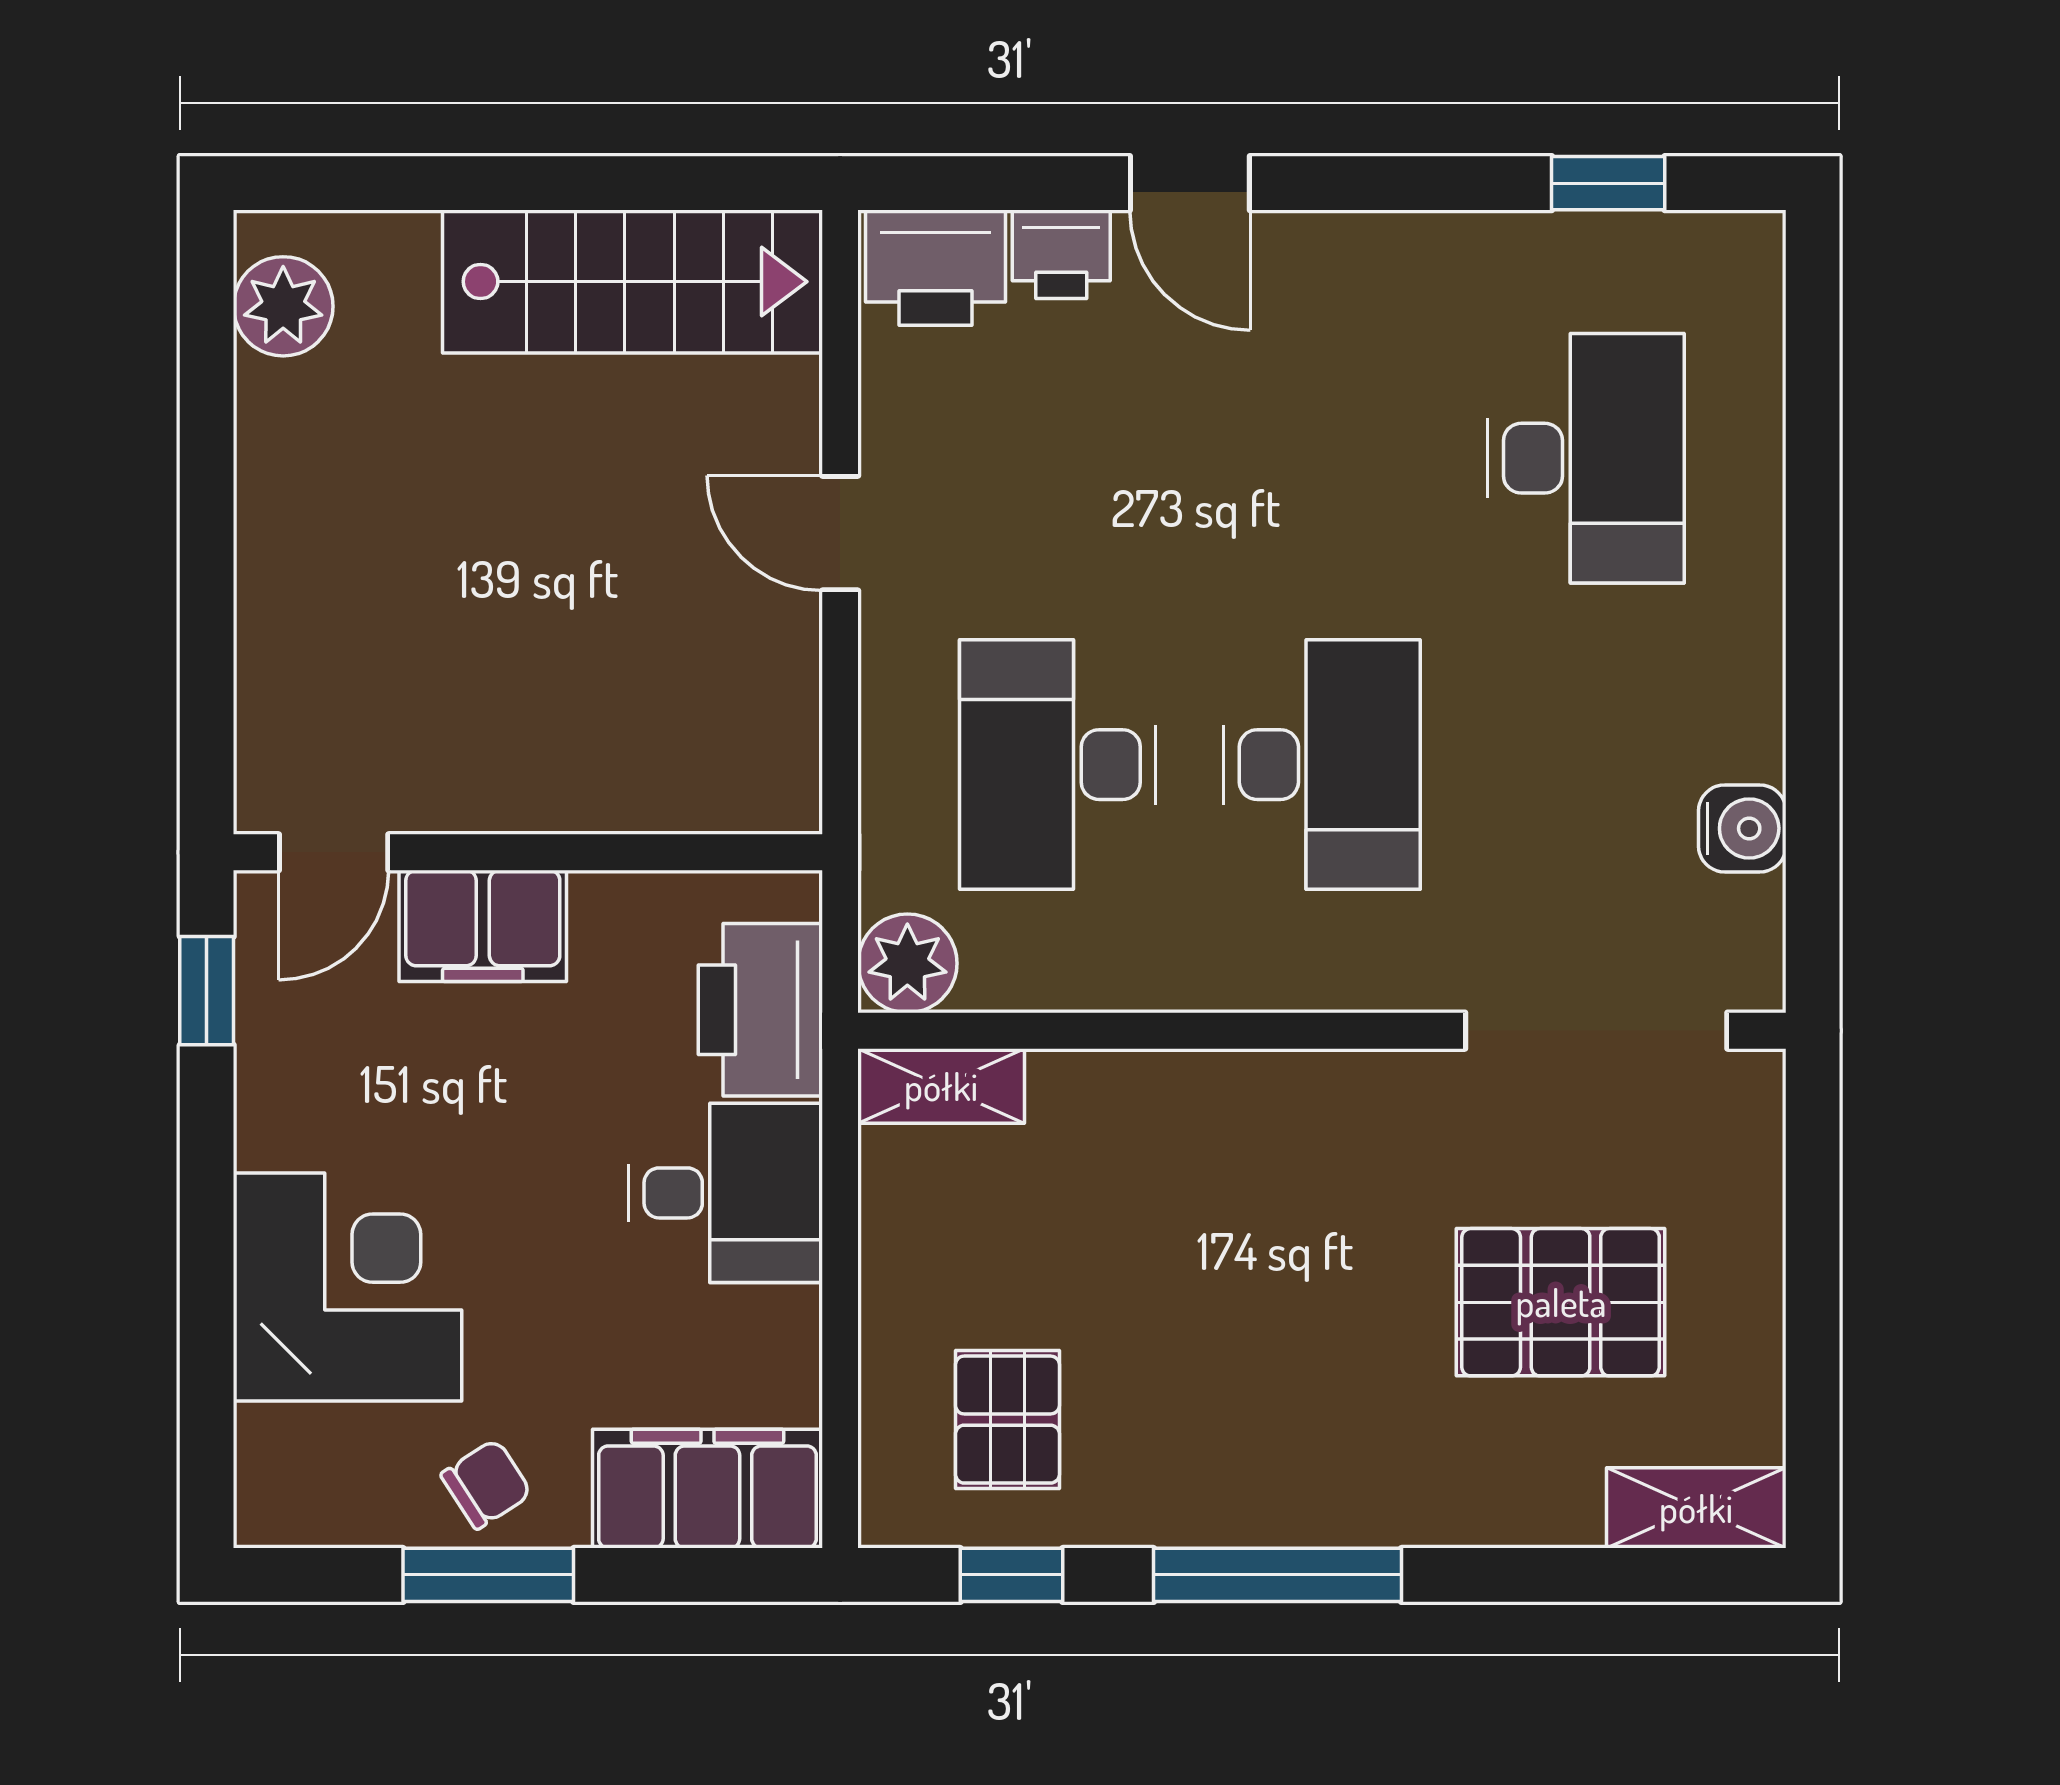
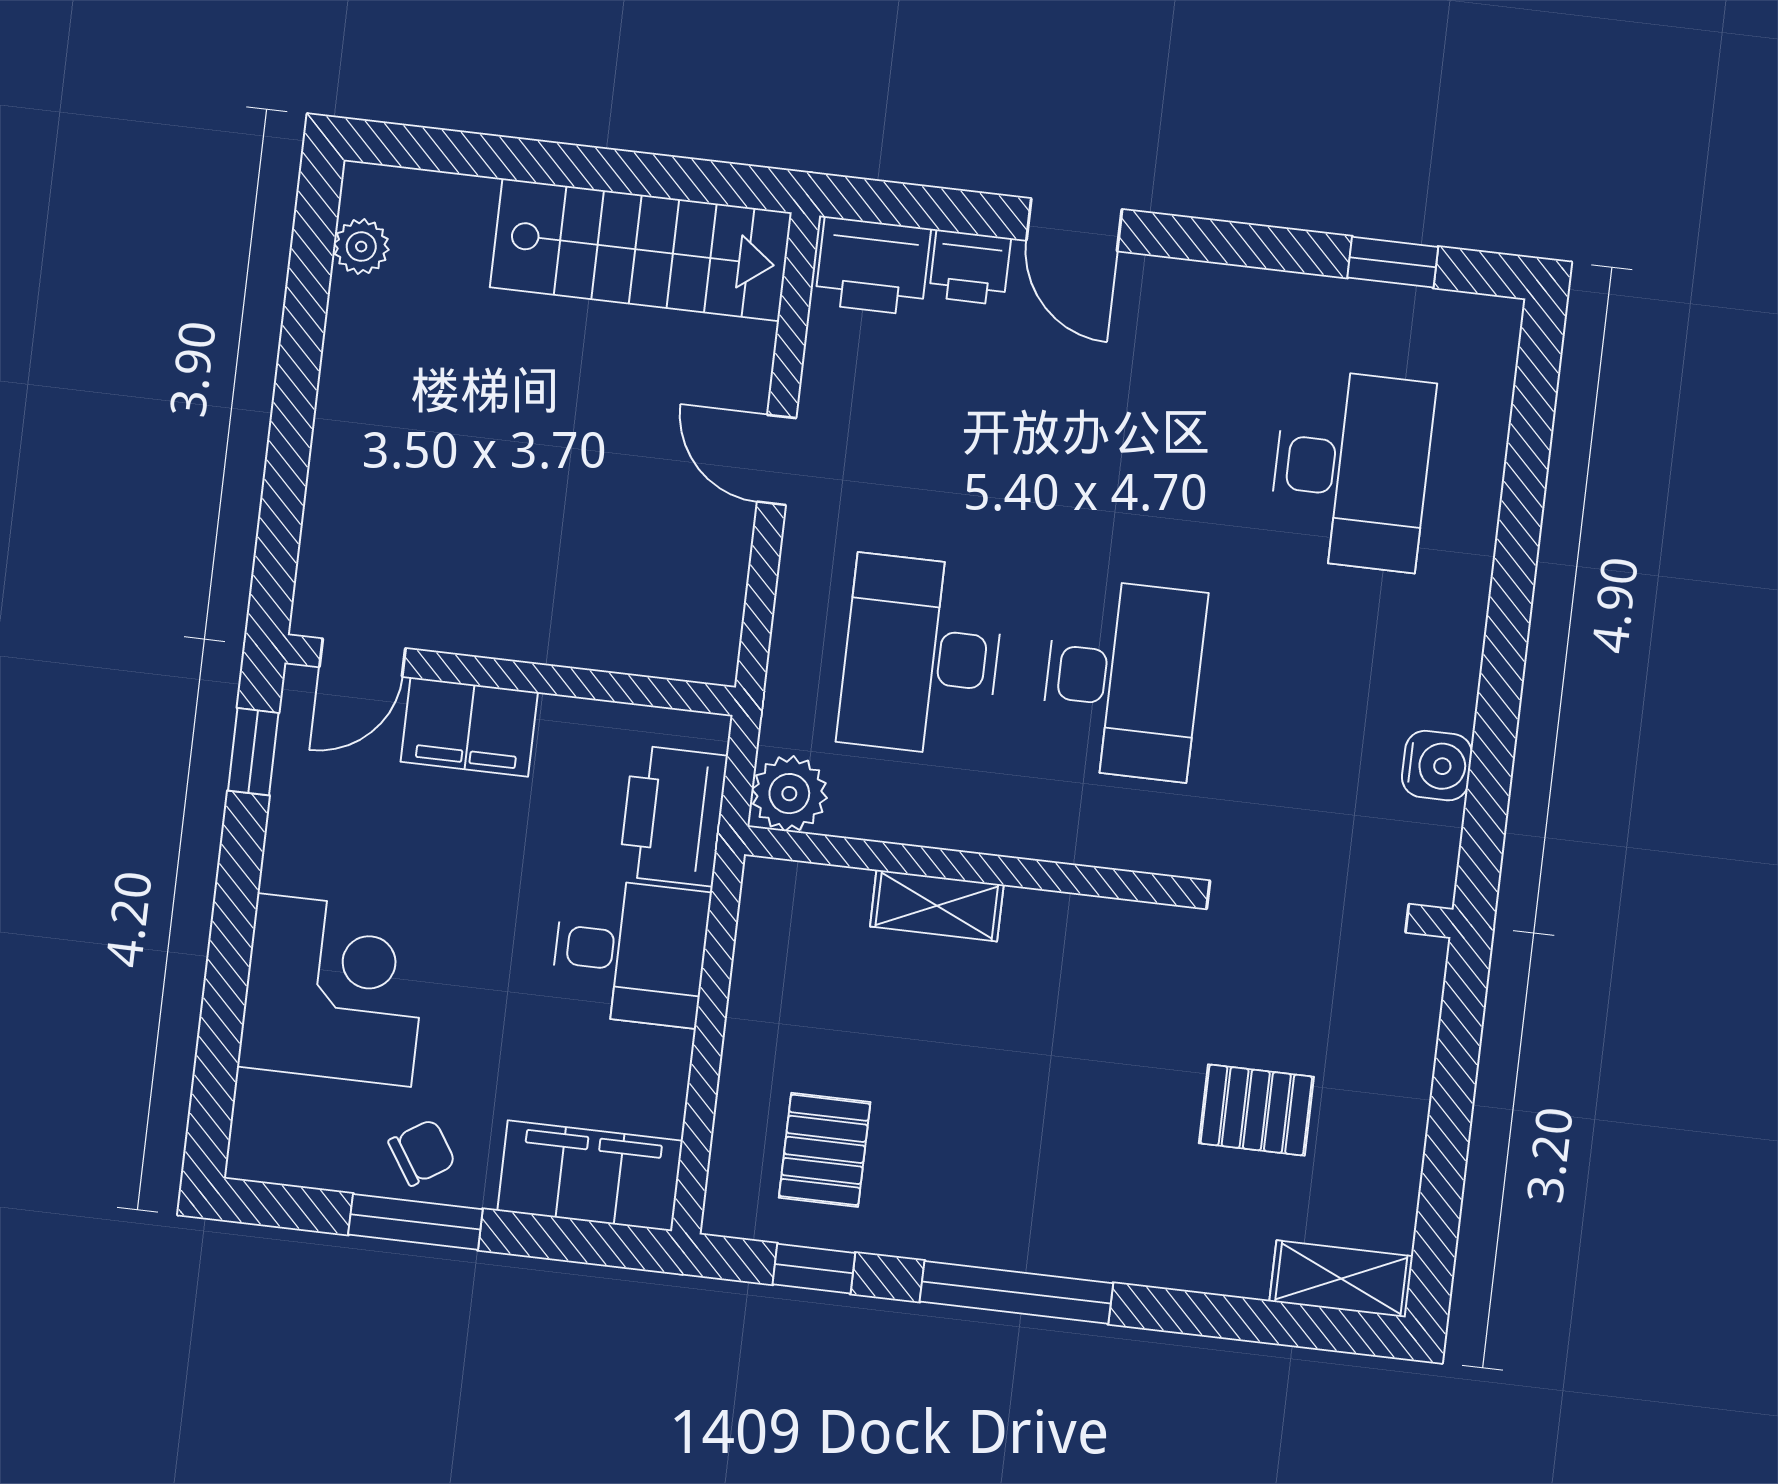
plant: (283, 306) -> (361, 247), width x0.73, depth x0.73
shelving: (941, 1086) -> (937, 906), moved
pallet: (1561, 1302) -> (1256, 1110), width x0.67, depth x0.71

